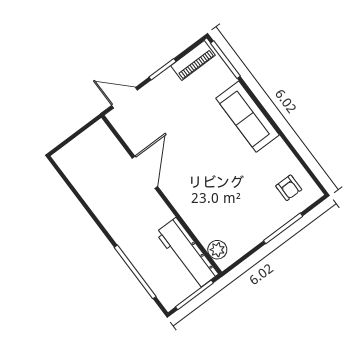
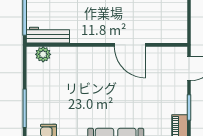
workbench: (187, 253) -> (48, 35), width x0.73, depth x0.76

